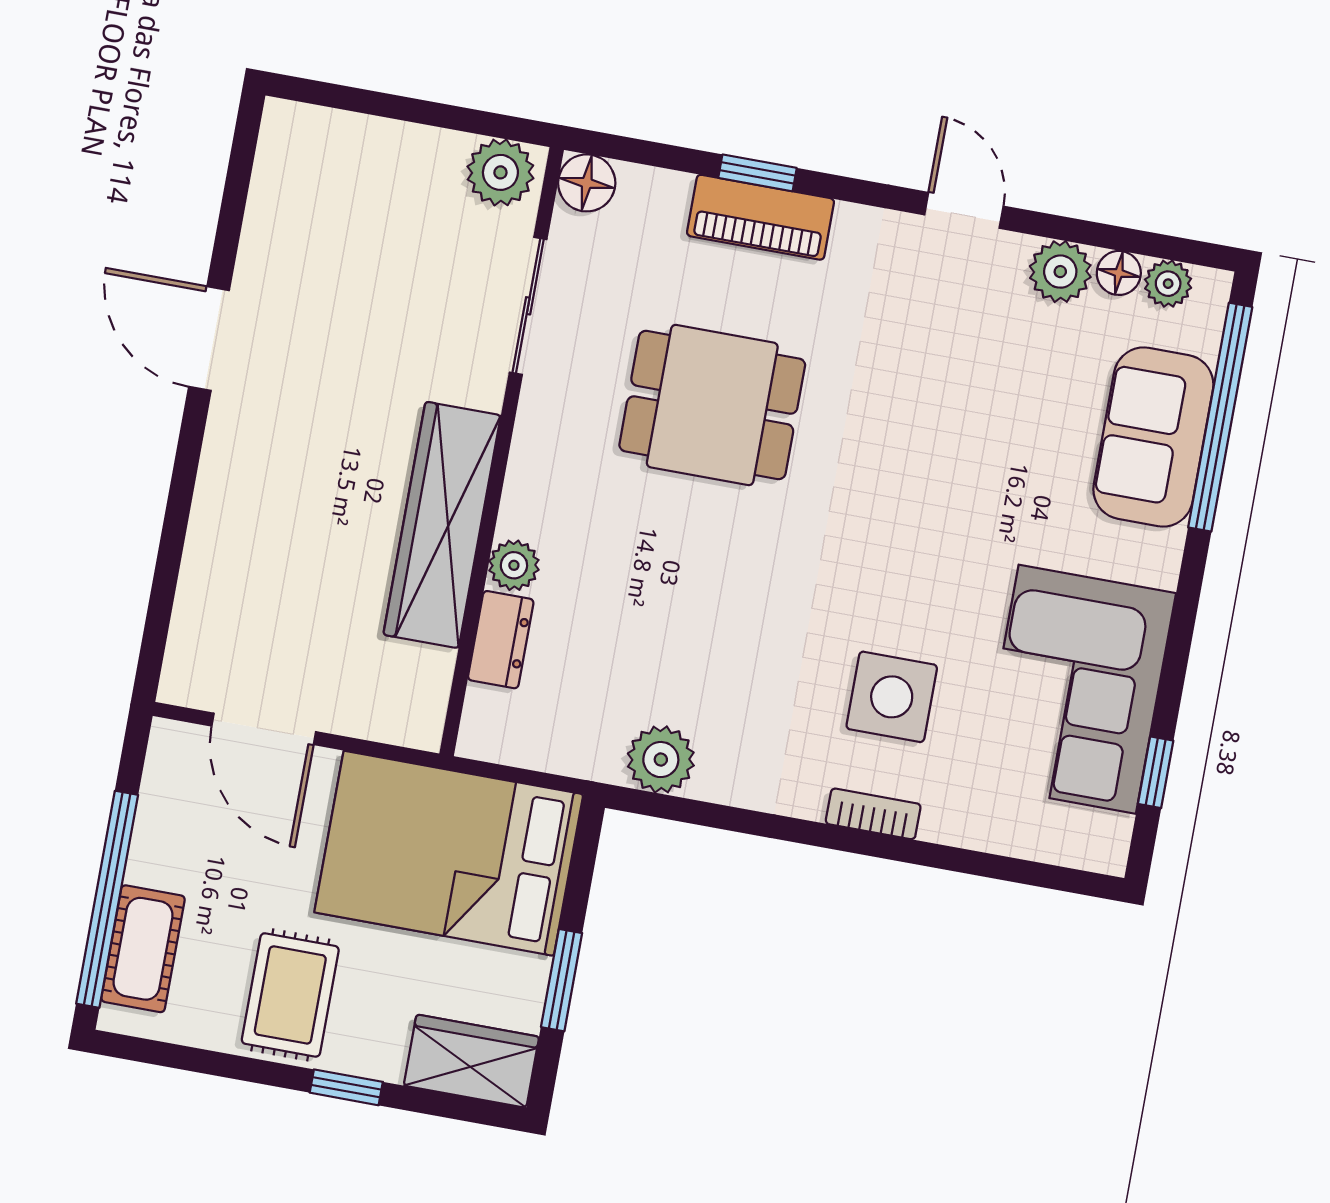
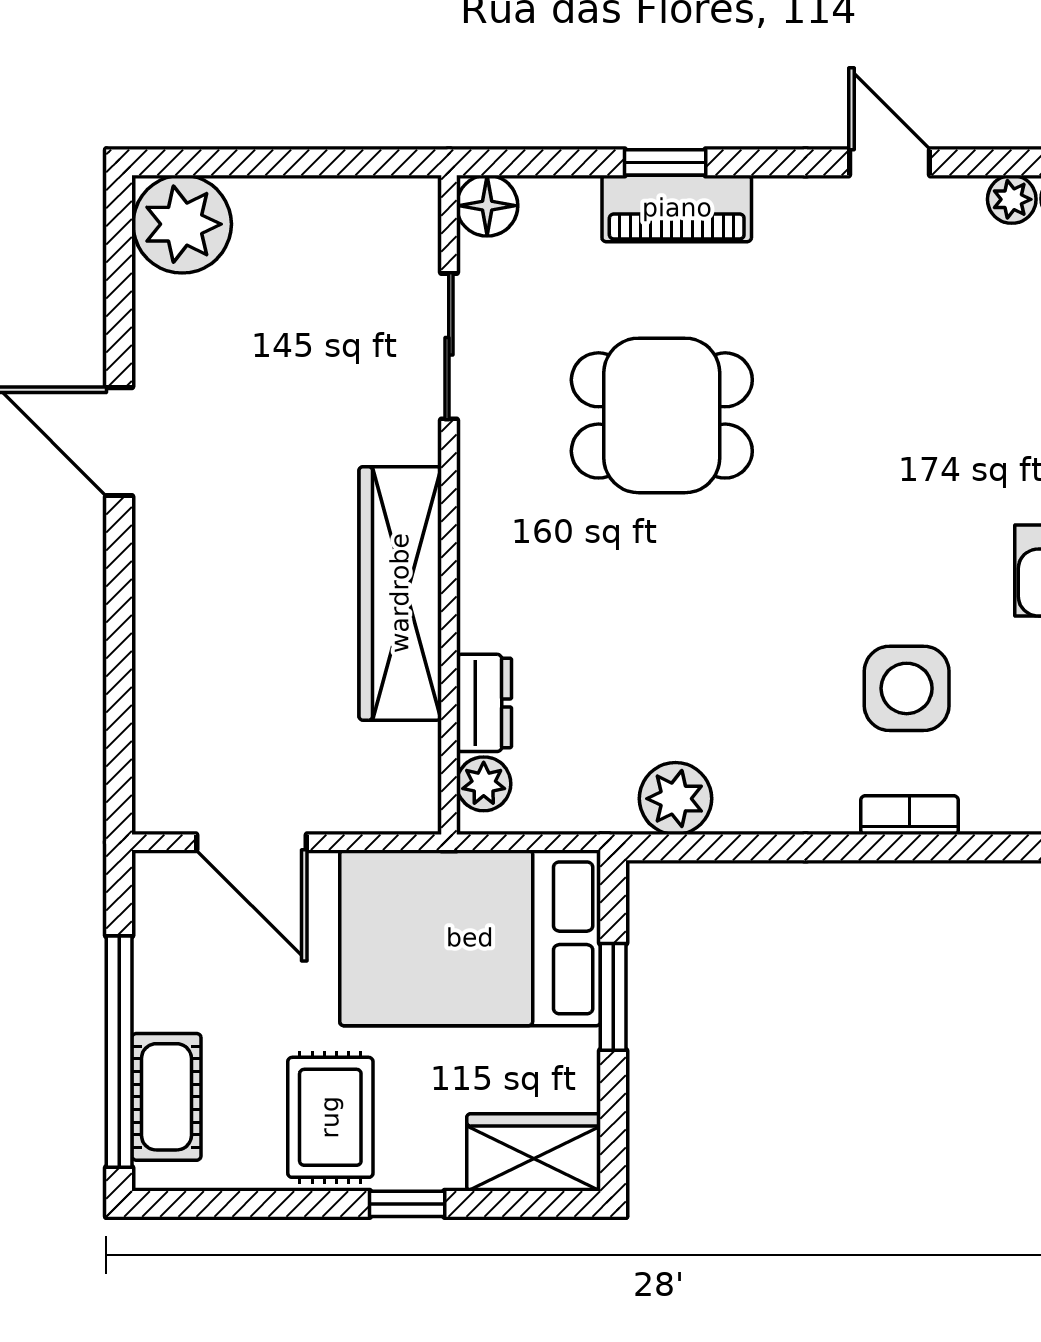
plant: (500, 172) -> (182, 224), moved, width x1.36, depth x1.36
plant: (1060, 272) -> (1012, 199), width x0.73, depth x0.73
plant: (514, 565) -> (484, 784), moved
window: (562, 980) -> (613, 997), moved

